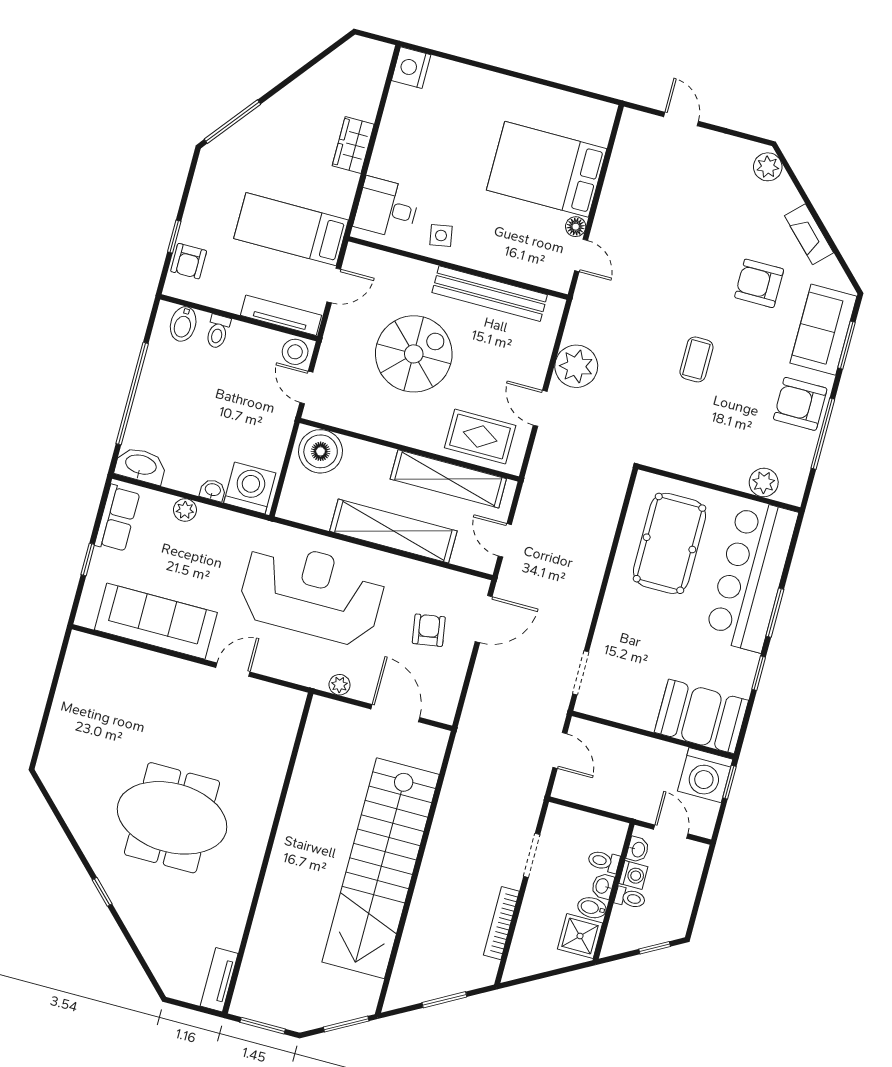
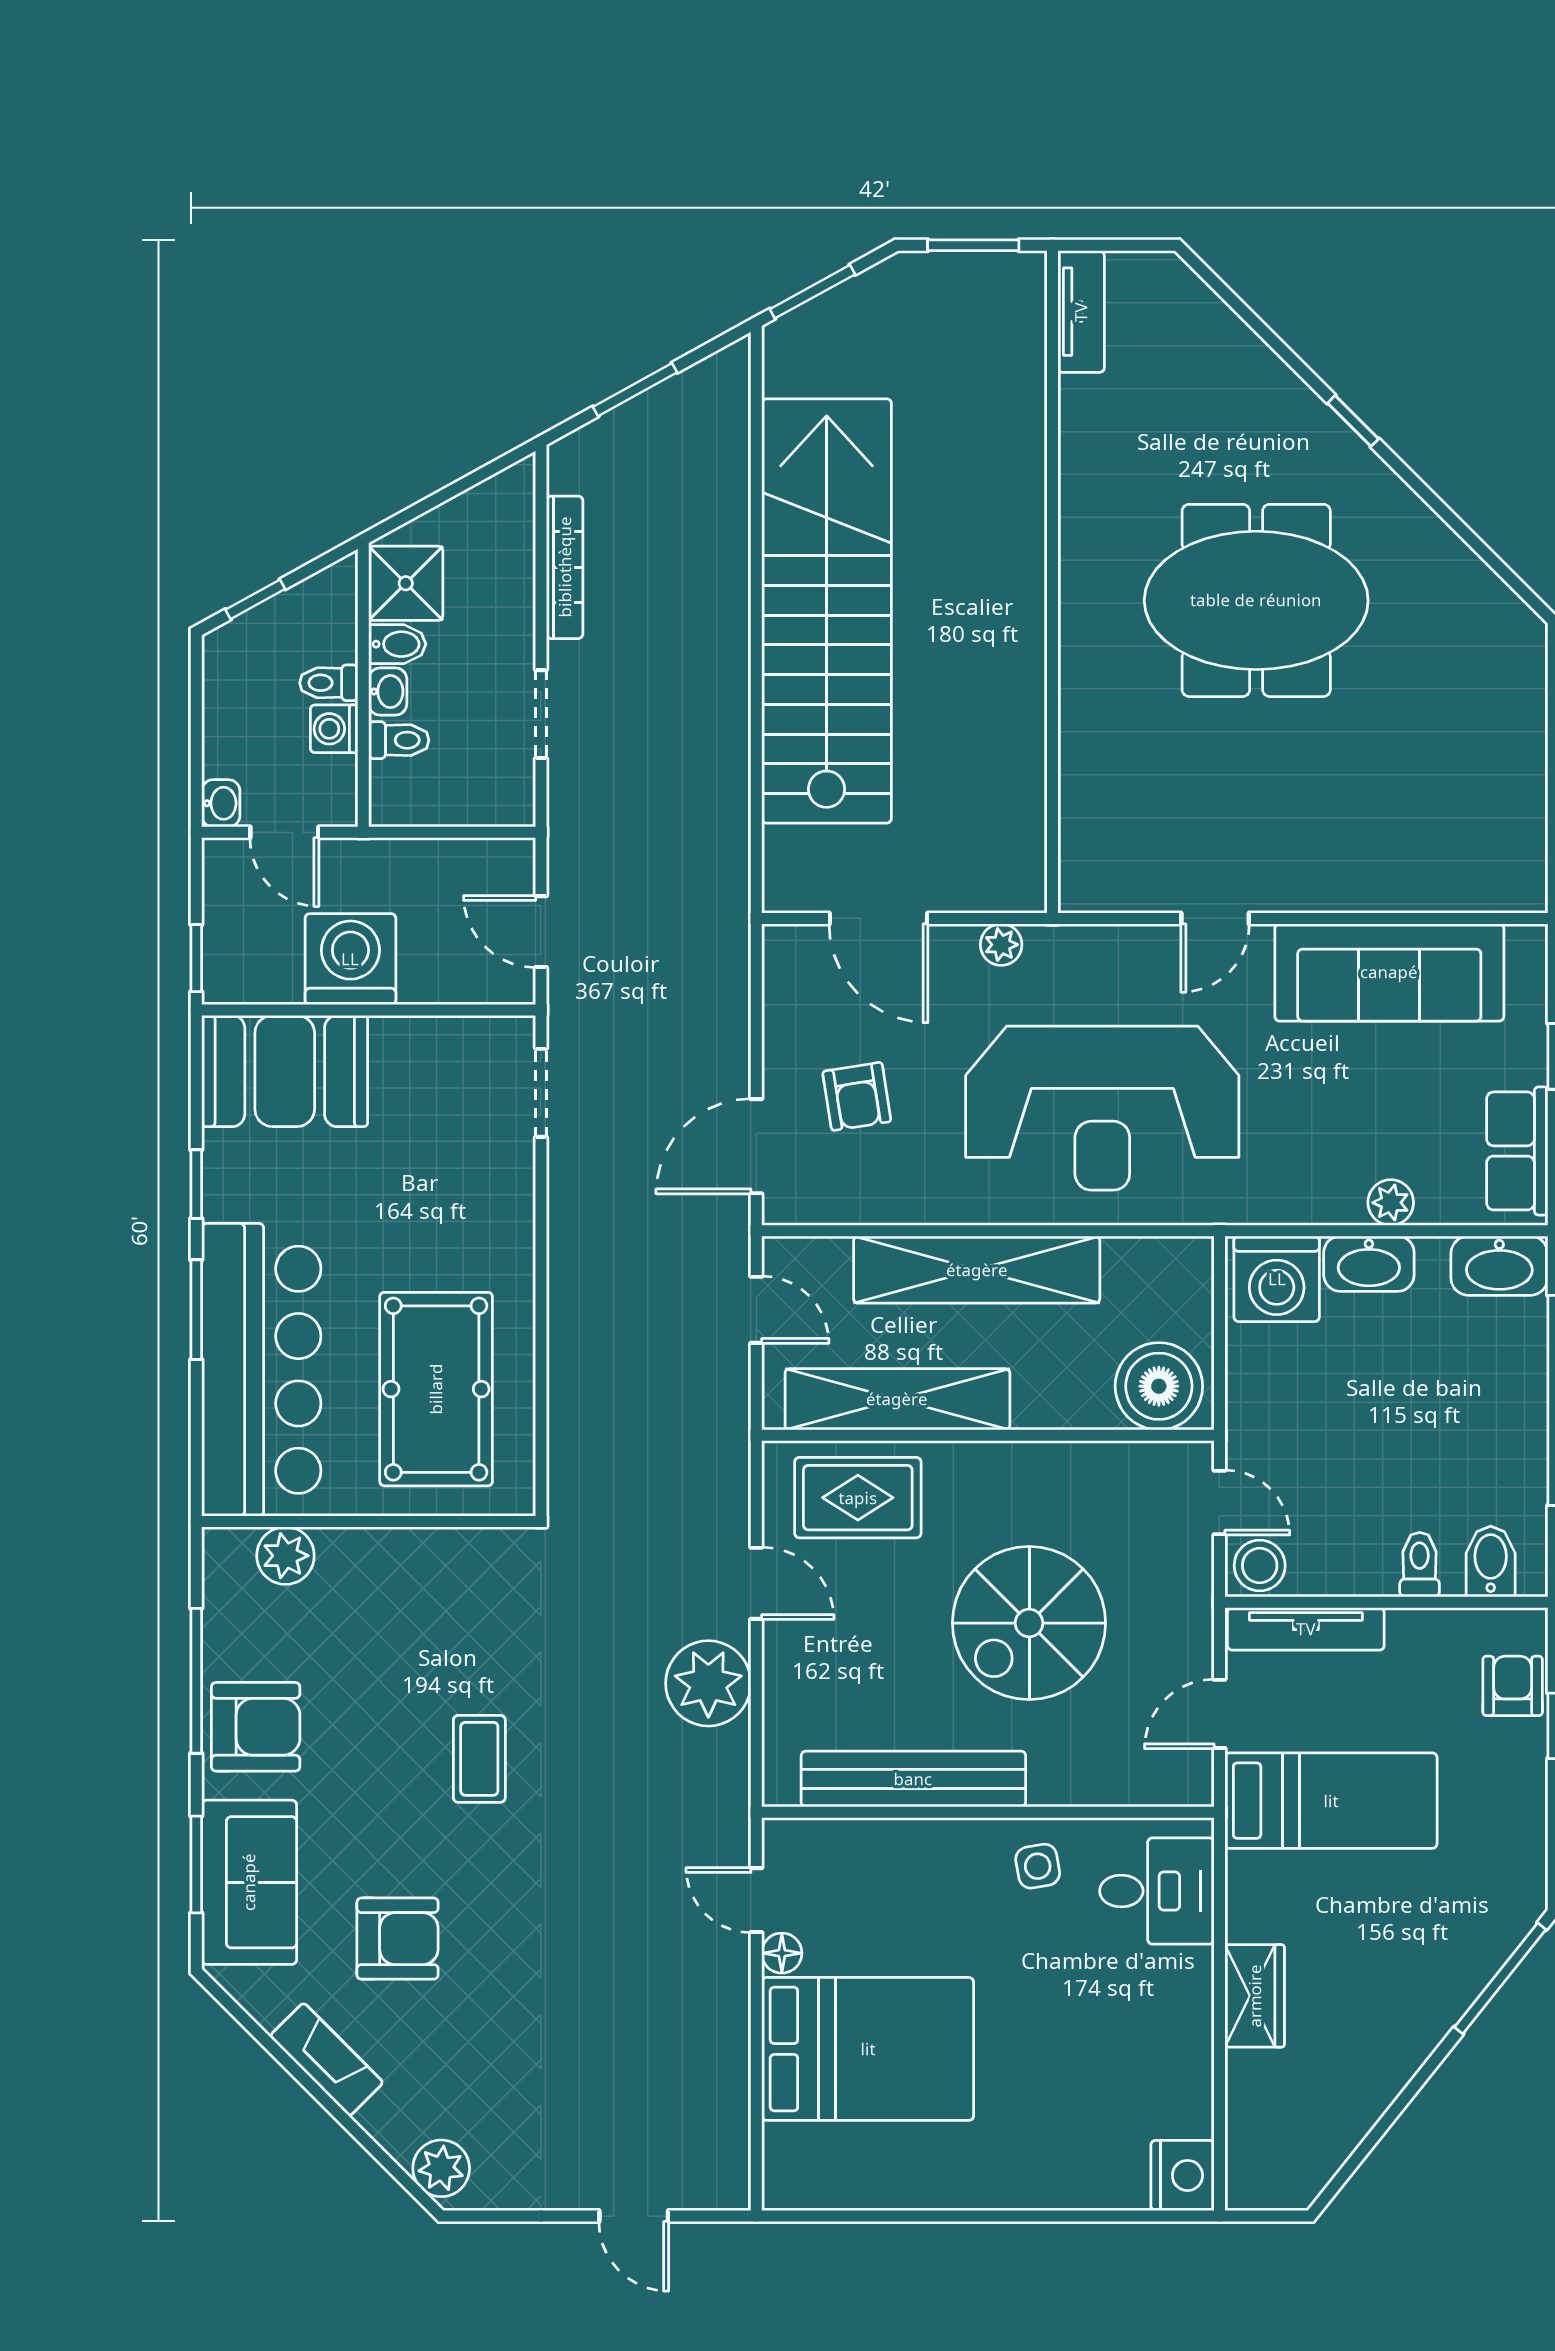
washbasin: (213, 490) -> (1369, 1264), width x1.91, depth x1.45
washing machine: (705, 775) -> (350, 959), moved
washbasin: (638, 849) -> (221, 803), moved, turned 180

